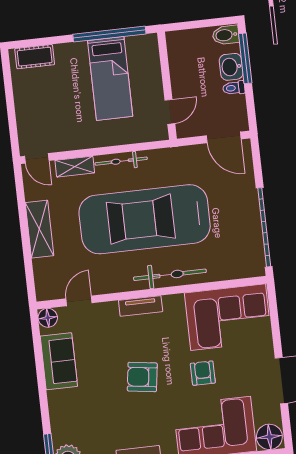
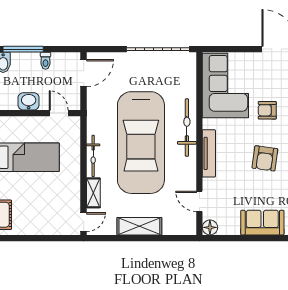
washbasin: (231, 67) -> (29, 101), moved, turned 180
tv unit: (141, 306) -> (209, 153), width x1.41
sofa: (59, 361) -> (262, 223), moved

